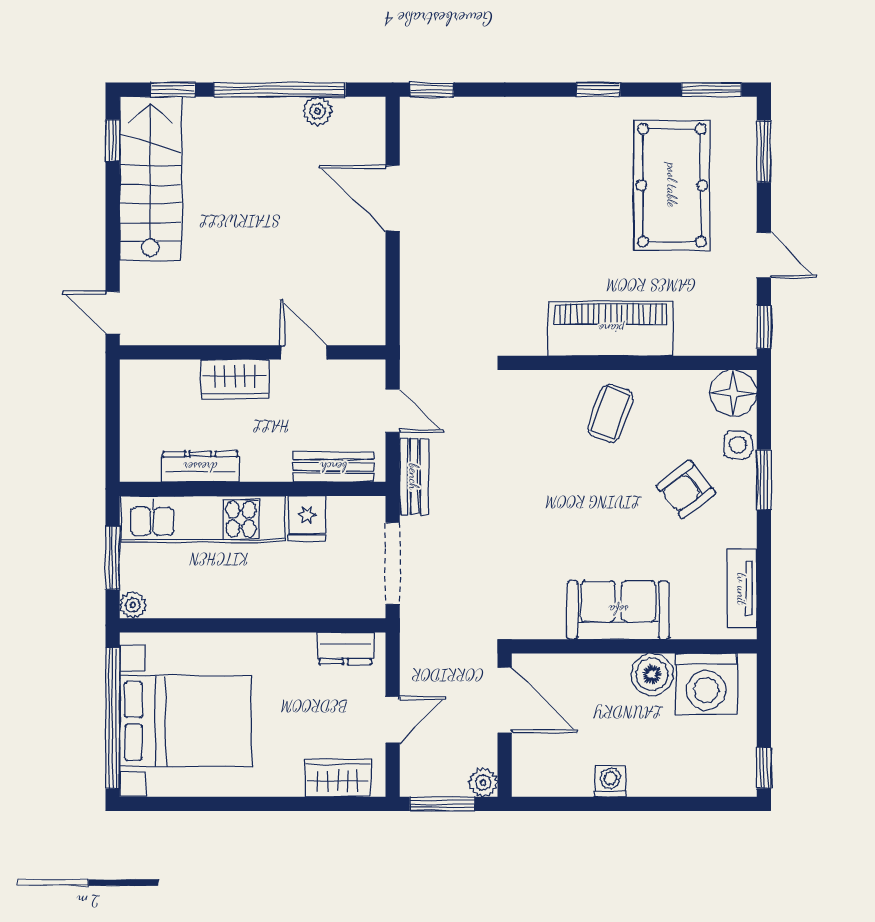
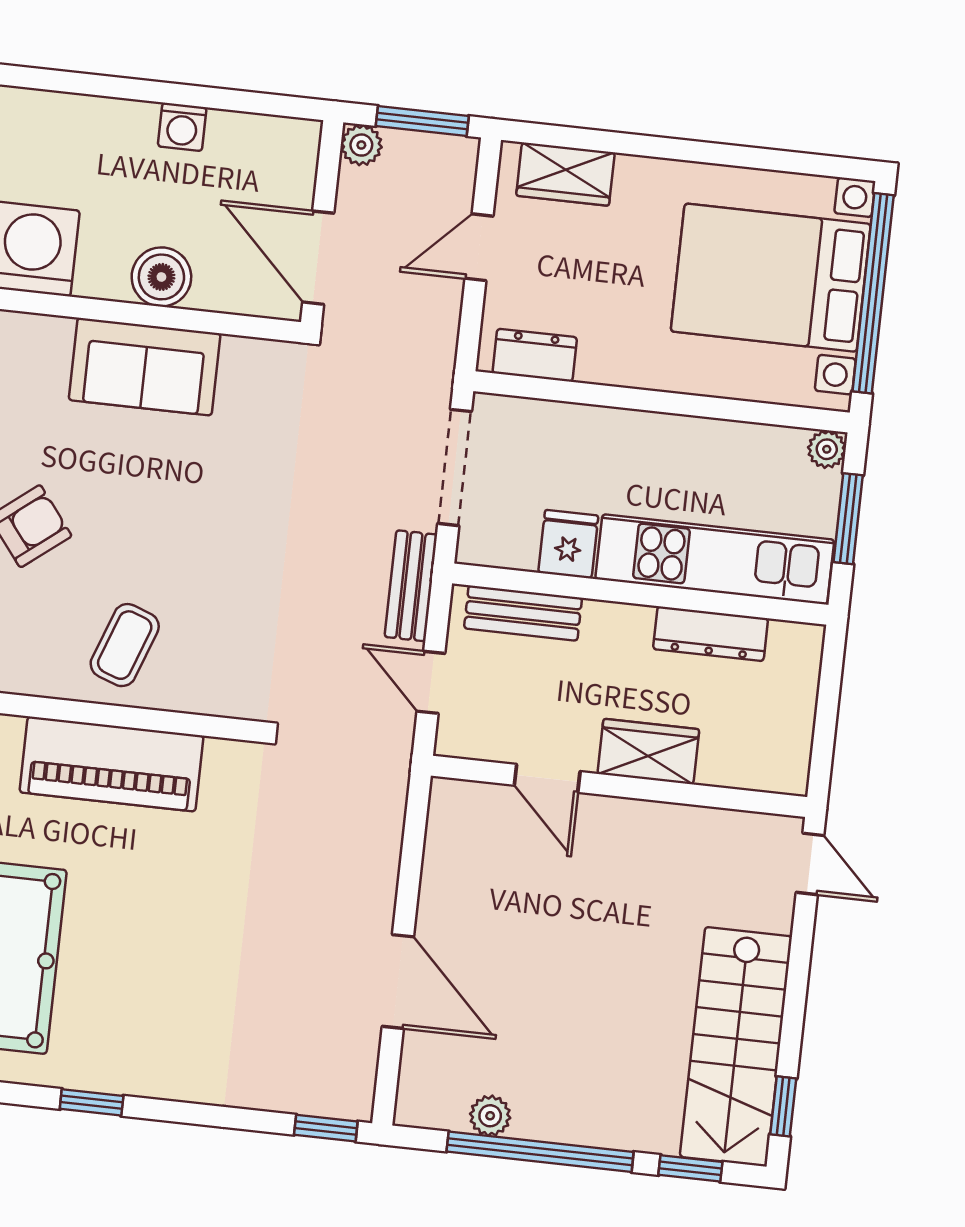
boiler: (652, 674) -> (161, 277), moved

